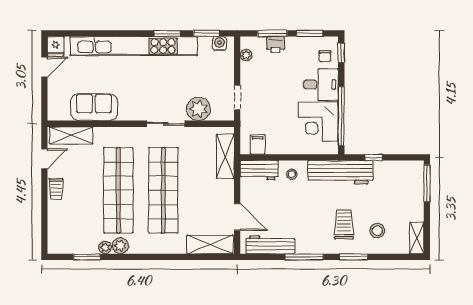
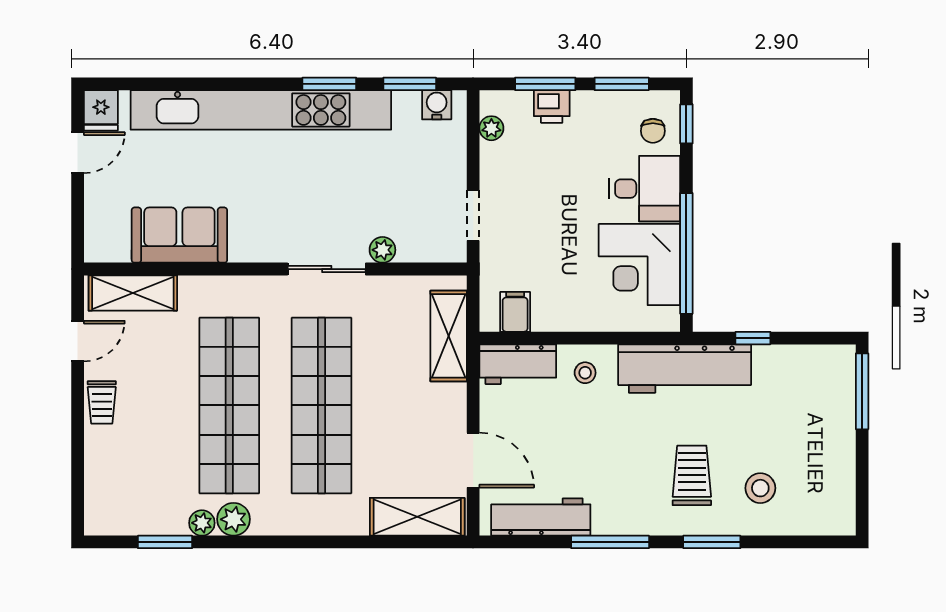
plant: (199, 109) -> (382, 250), width x0.53, depth x0.53
shelving: (417, 238) -> (841, 503), removed

